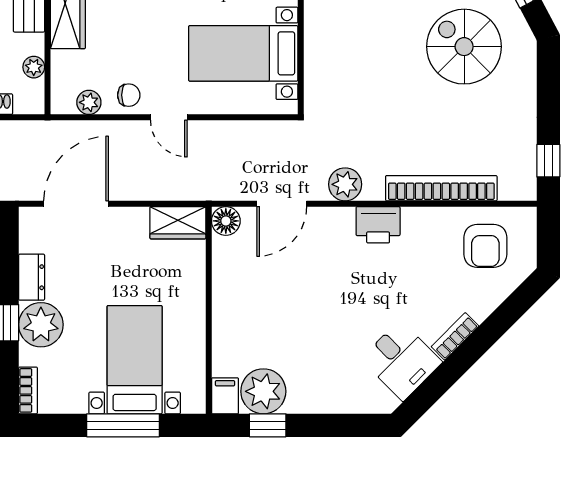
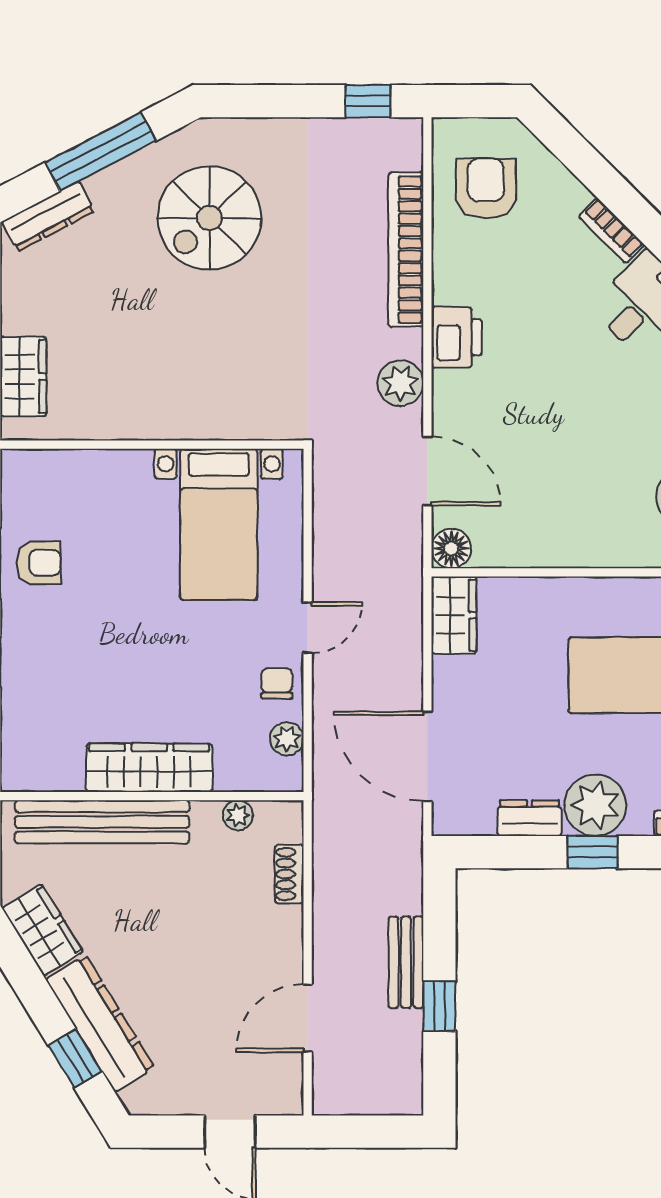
armchair: (485, 246) -> (486, 188), turned -90

